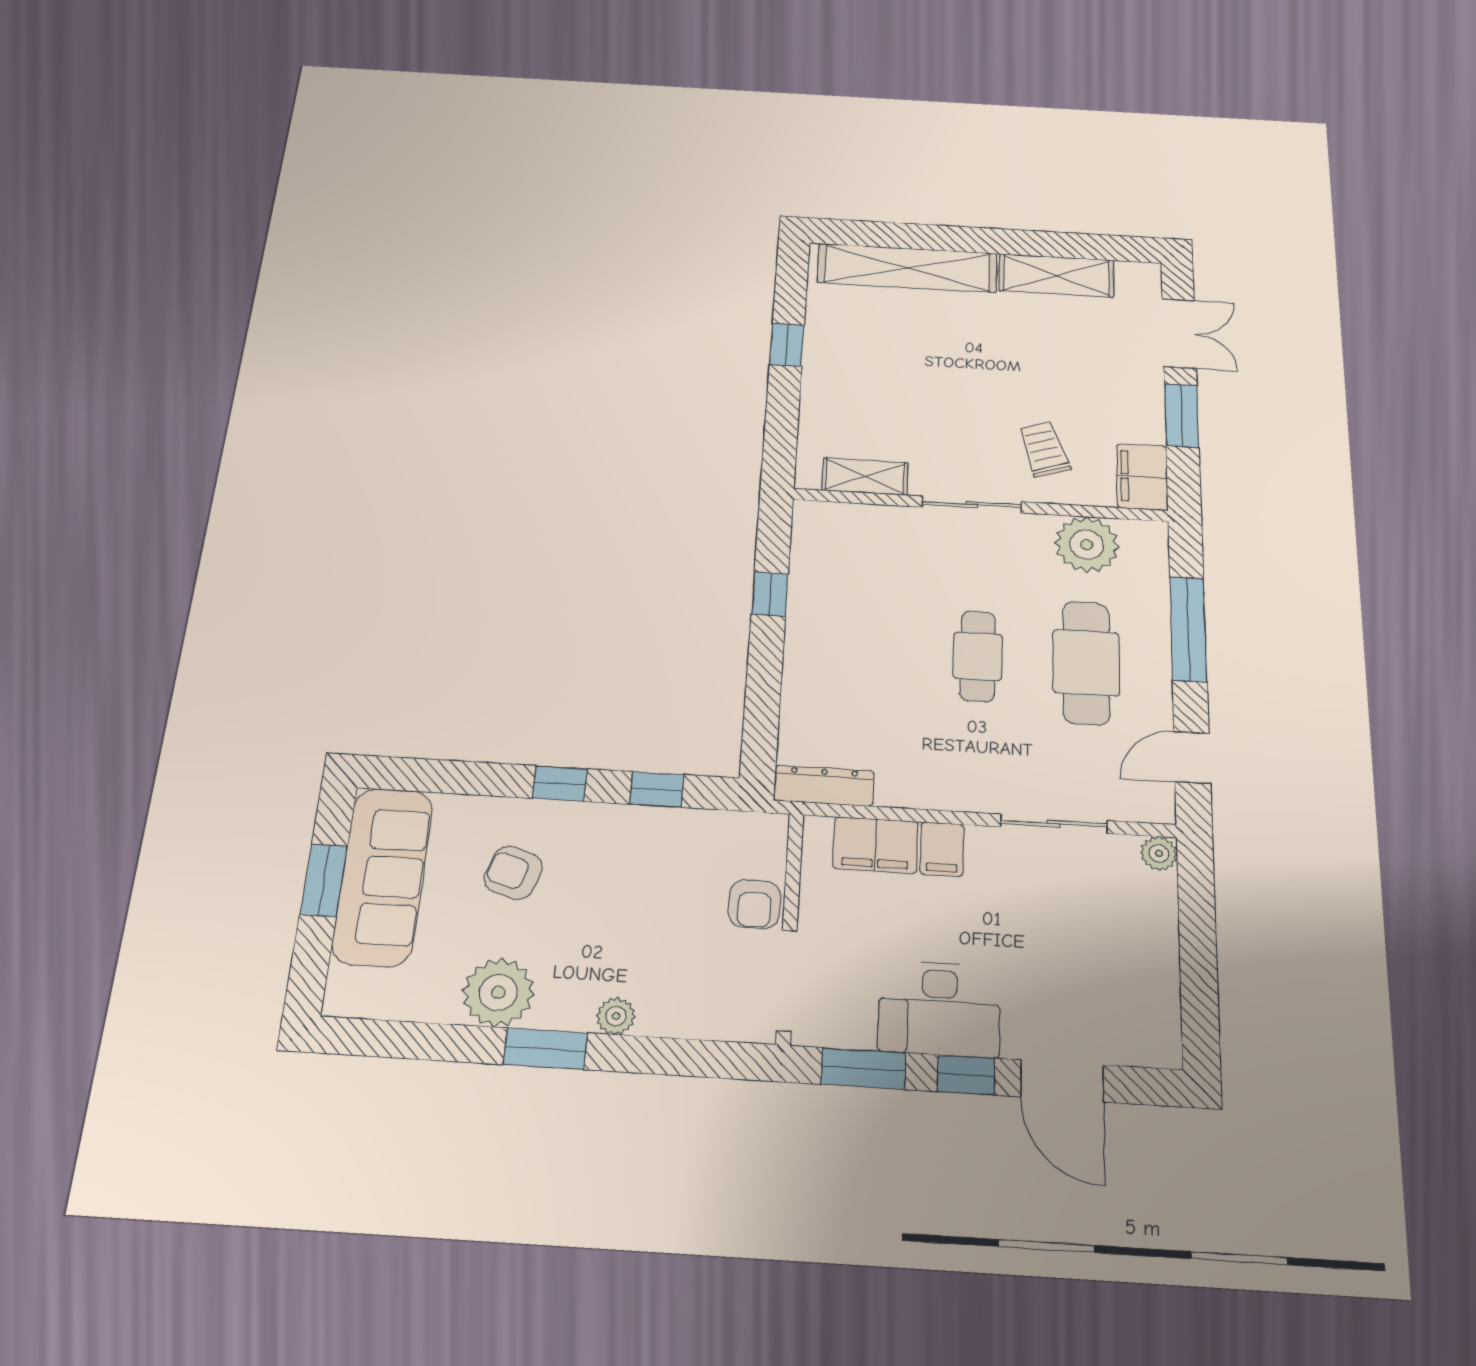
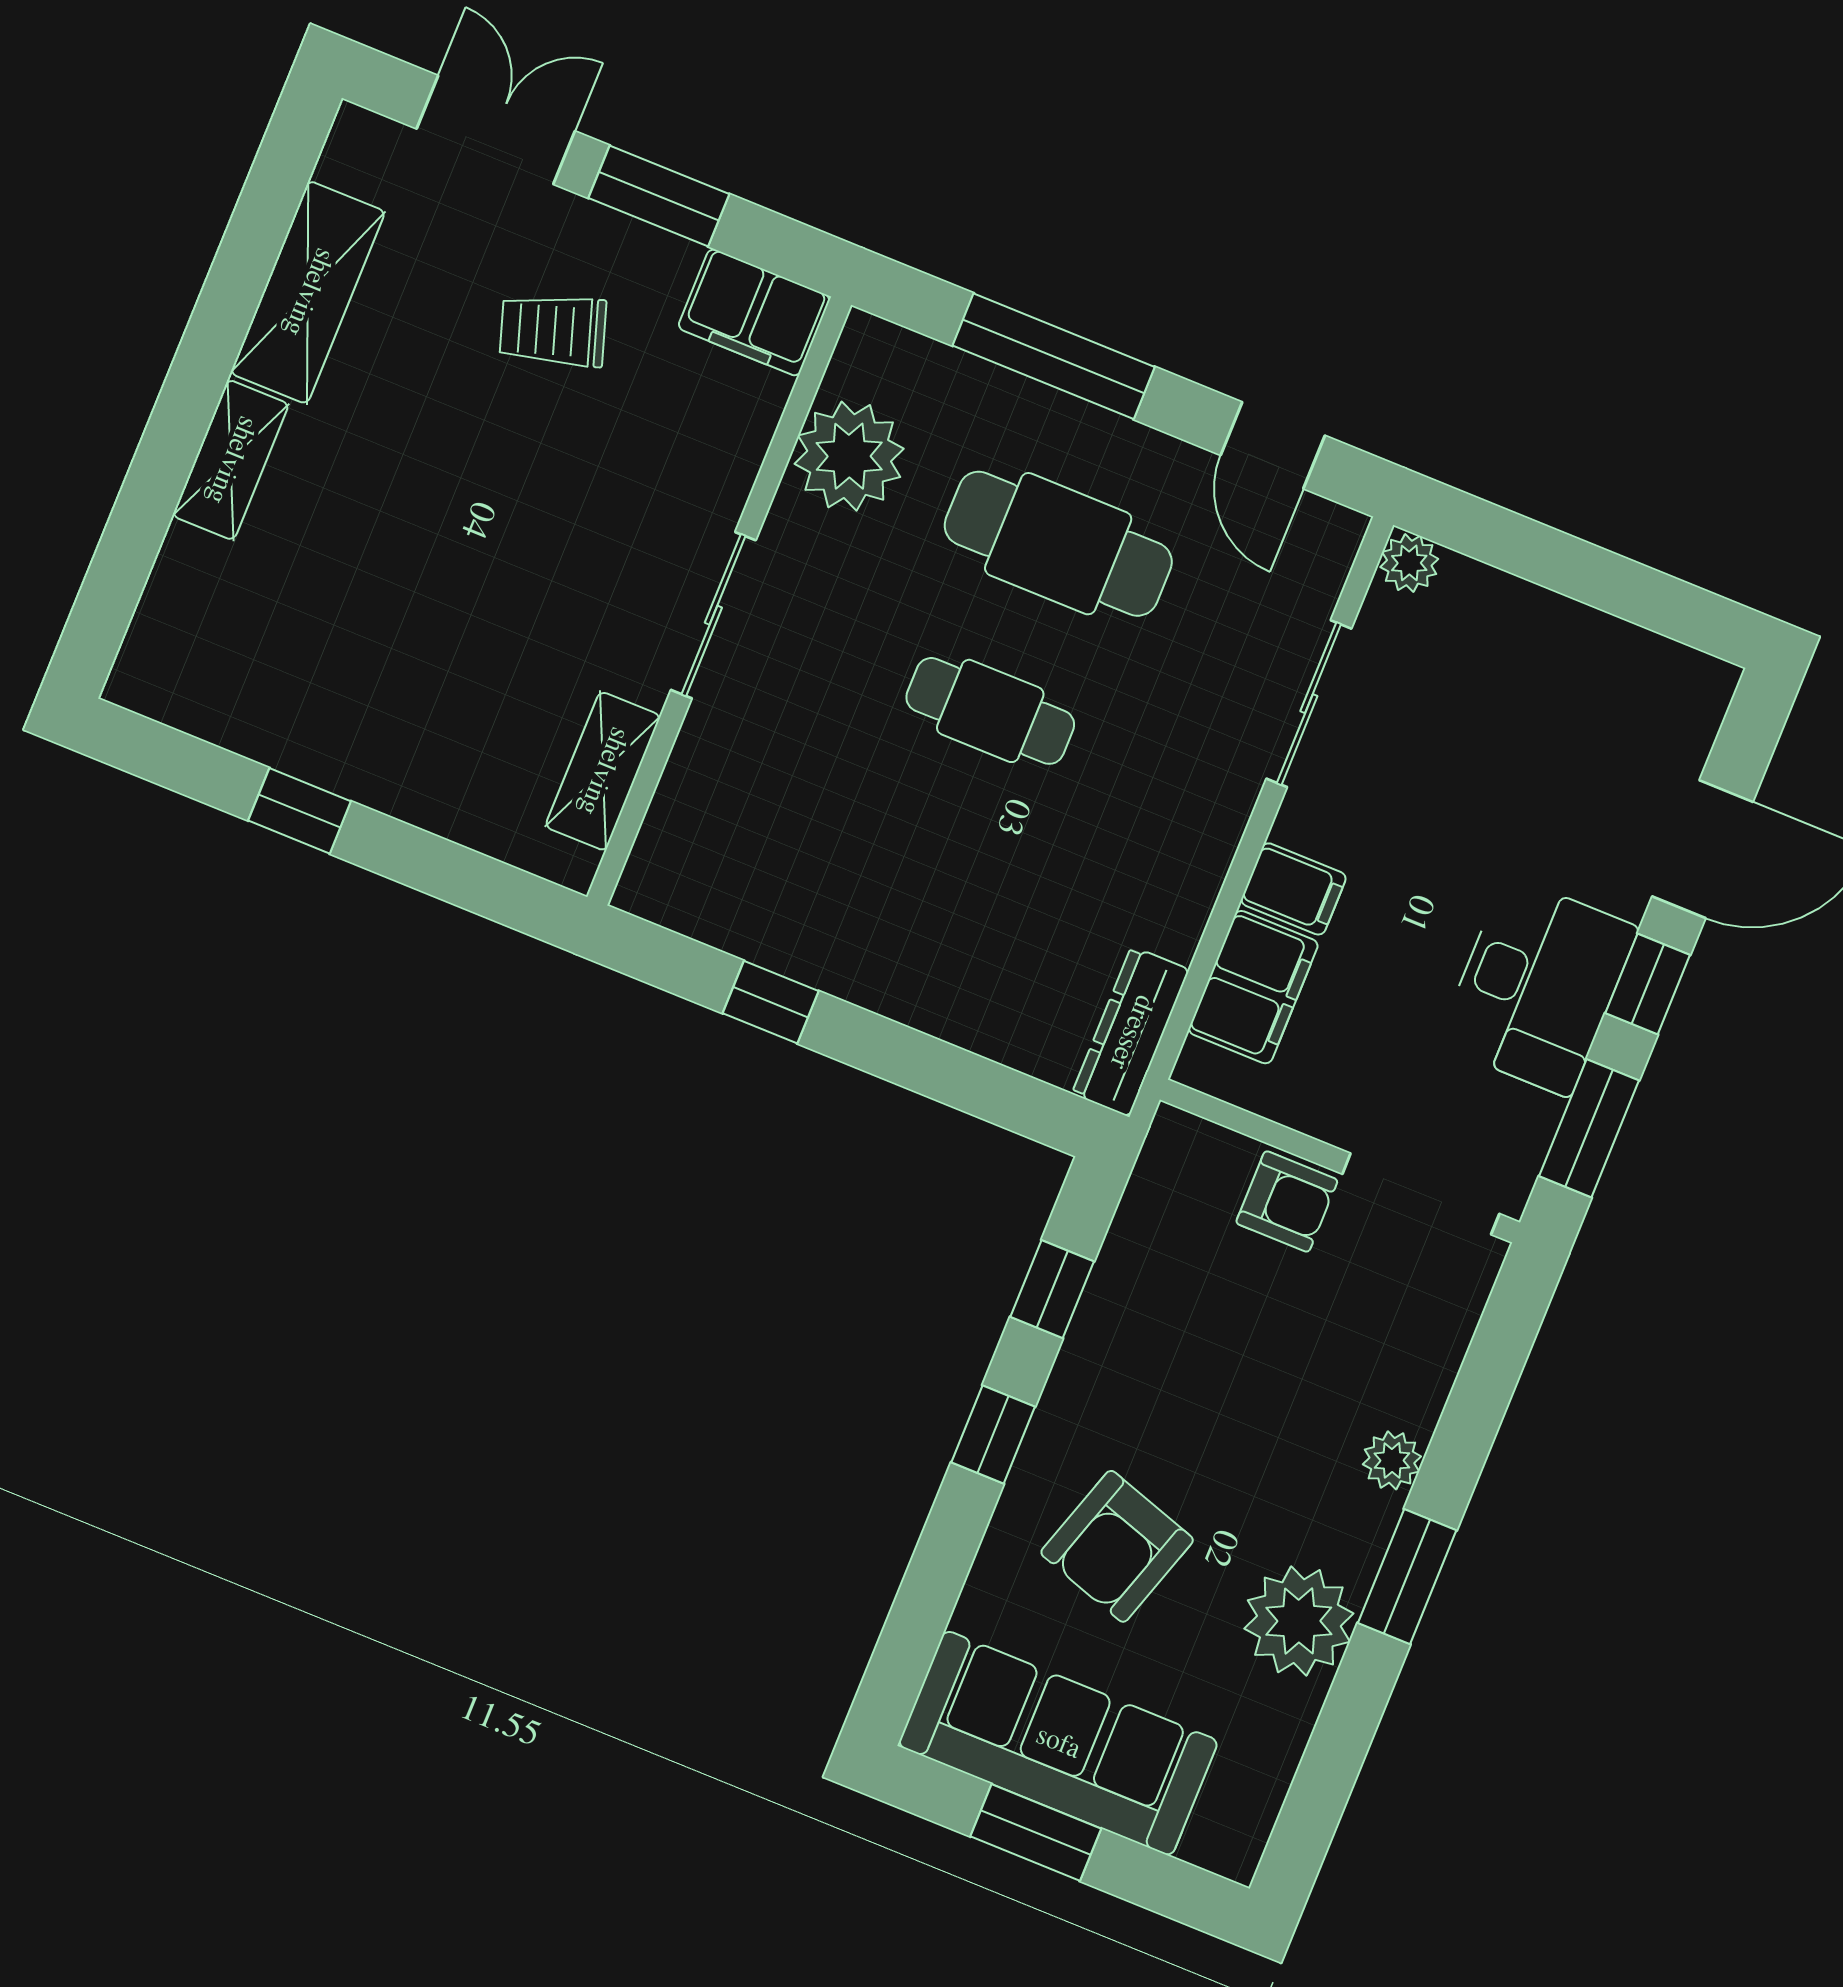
shelving: (907, 268) -> (231, 460), width x0.45, depth x0.75
trolley: (1044, 449) -> (553, 330), moved
armchair: (513, 873) -> (1117, 1546), width x1.38, depth x1.38

